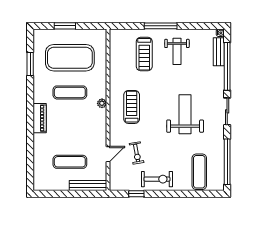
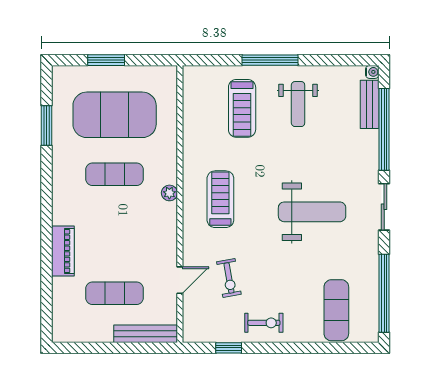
weight bench: (185, 114) -> (312, 212), turned 90
piano: (40, 118) -> (63, 251), moved
exercise bike: (157, 179) -> (264, 323), width x0.73, depth x0.72

